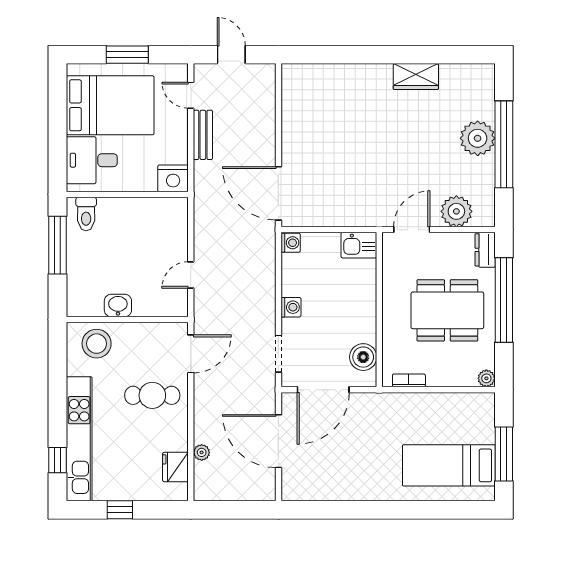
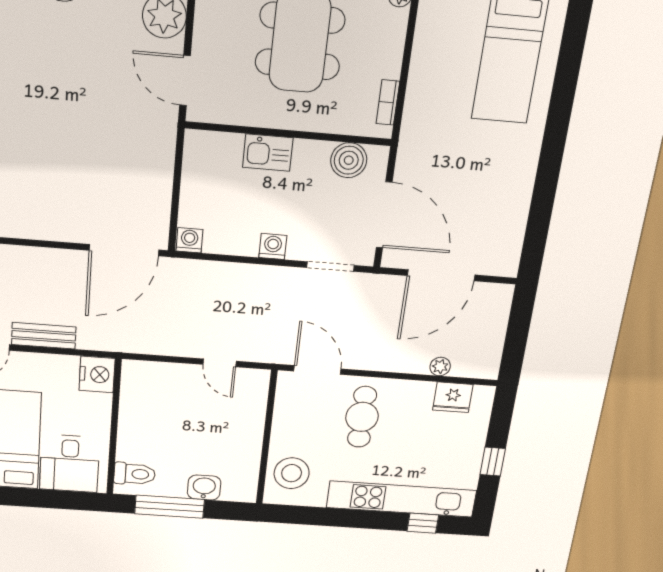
kitchen sink: (359, 245) -> (268, 153), moved, turned 90
washbasin: (118, 305) -> (204, 488), moved, turned 90

